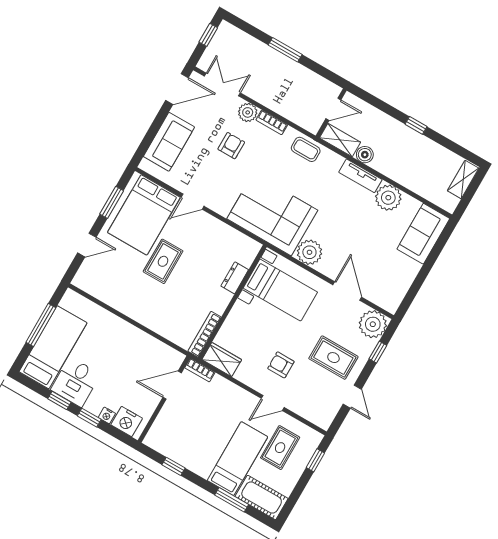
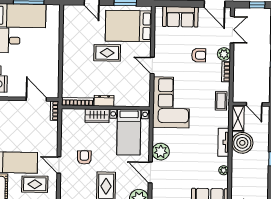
boiler: (365, 155) -> (242, 143), width x1.86, depth x1.86
plant: (388, 198) -> (224, 170), width x0.53, depth x0.53
door: (193, 202) -> (152, 65), moved
plant: (309, 252) -> (161, 152), moved
dresser: (235, 278) -> (104, 101), moved
door: (347, 291) -> (150, 172), swing flipped
wardrobe: (222, 360) -> (97, 116), moved, turned 90

